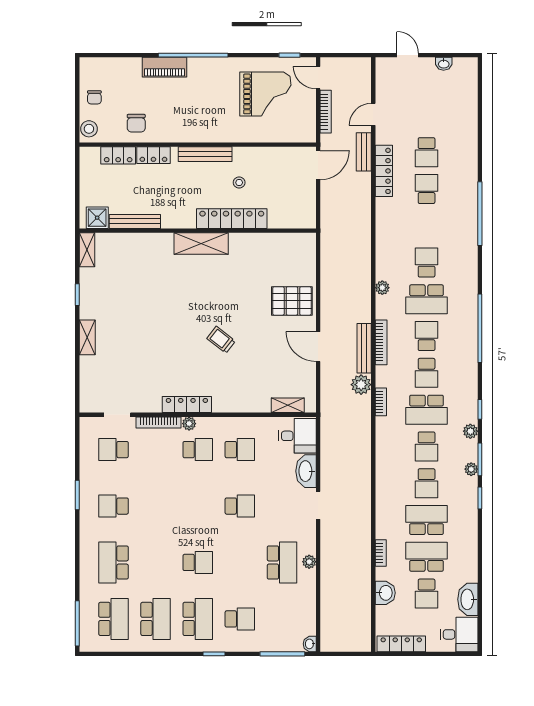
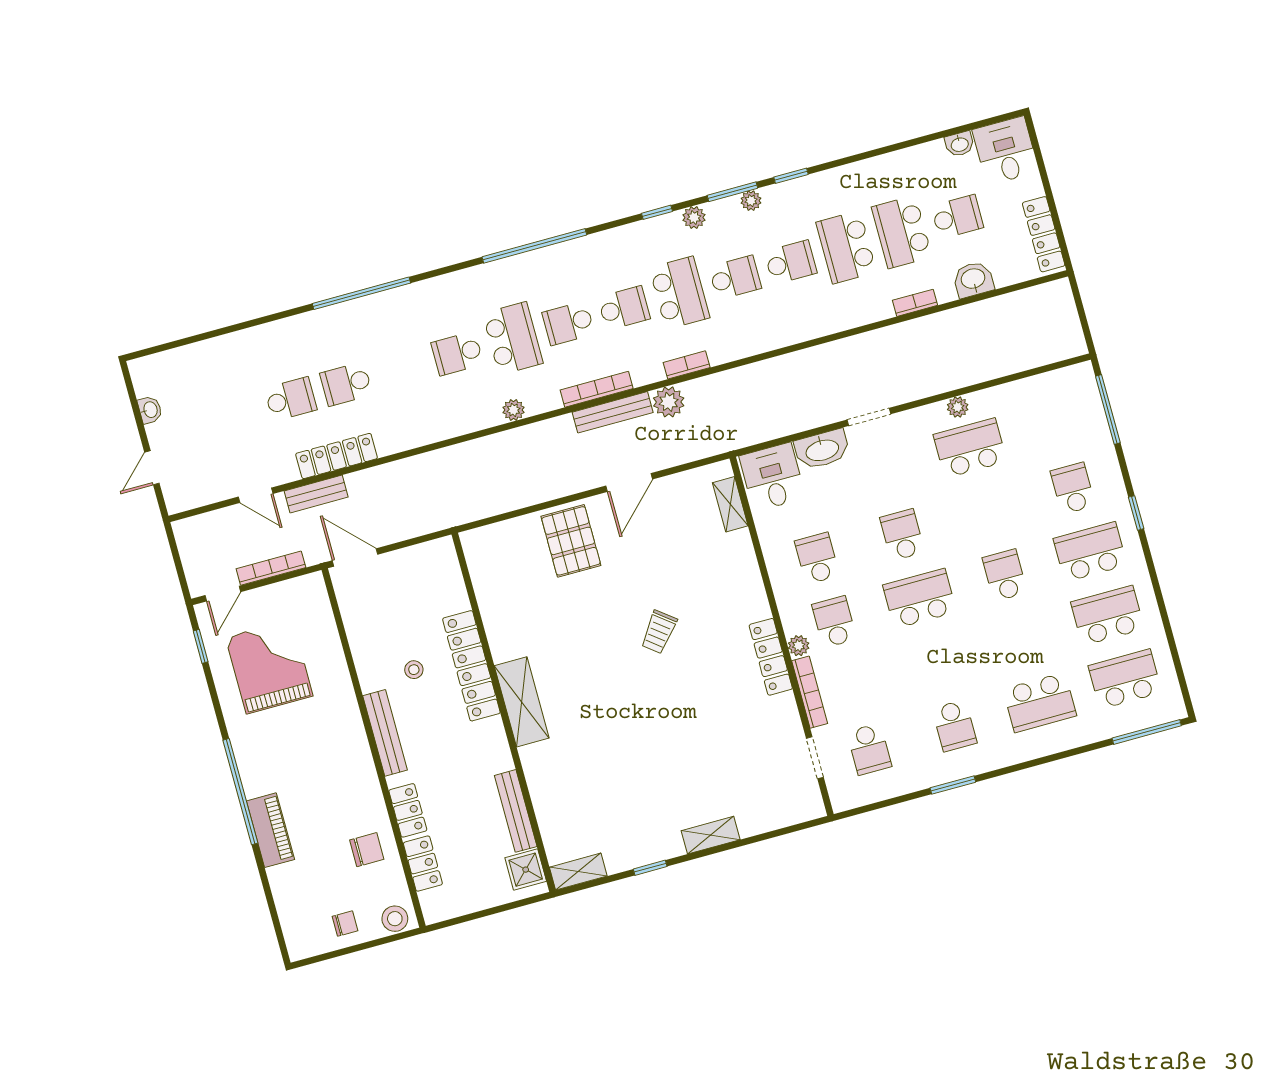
school desk: (198, 506) -> (920, 599), added
washbasin: (468, 599) -> (960, 144), width x0.52, depth x0.69
washbasin: (310, 644) -> (1082, 372), removed

